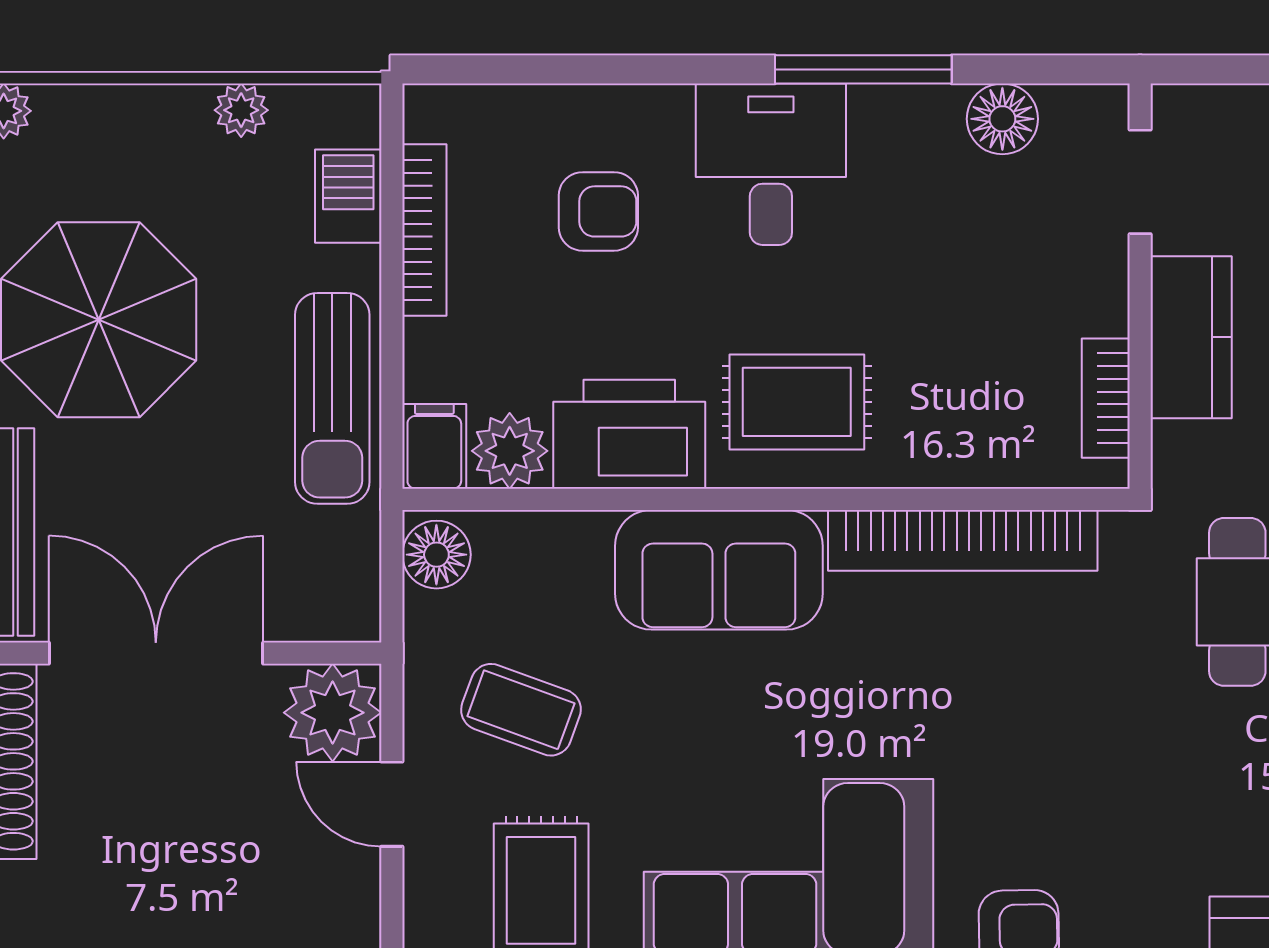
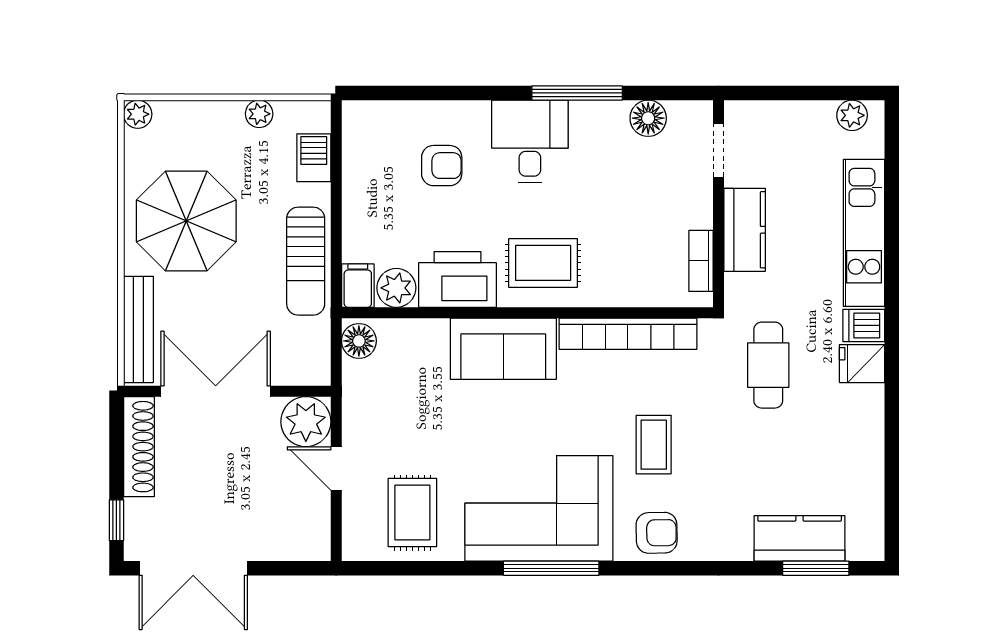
bookcase: (424, 230) -> (353, 175), removed
coffee table: (521, 710) -> (654, 445), moved, turned 70

